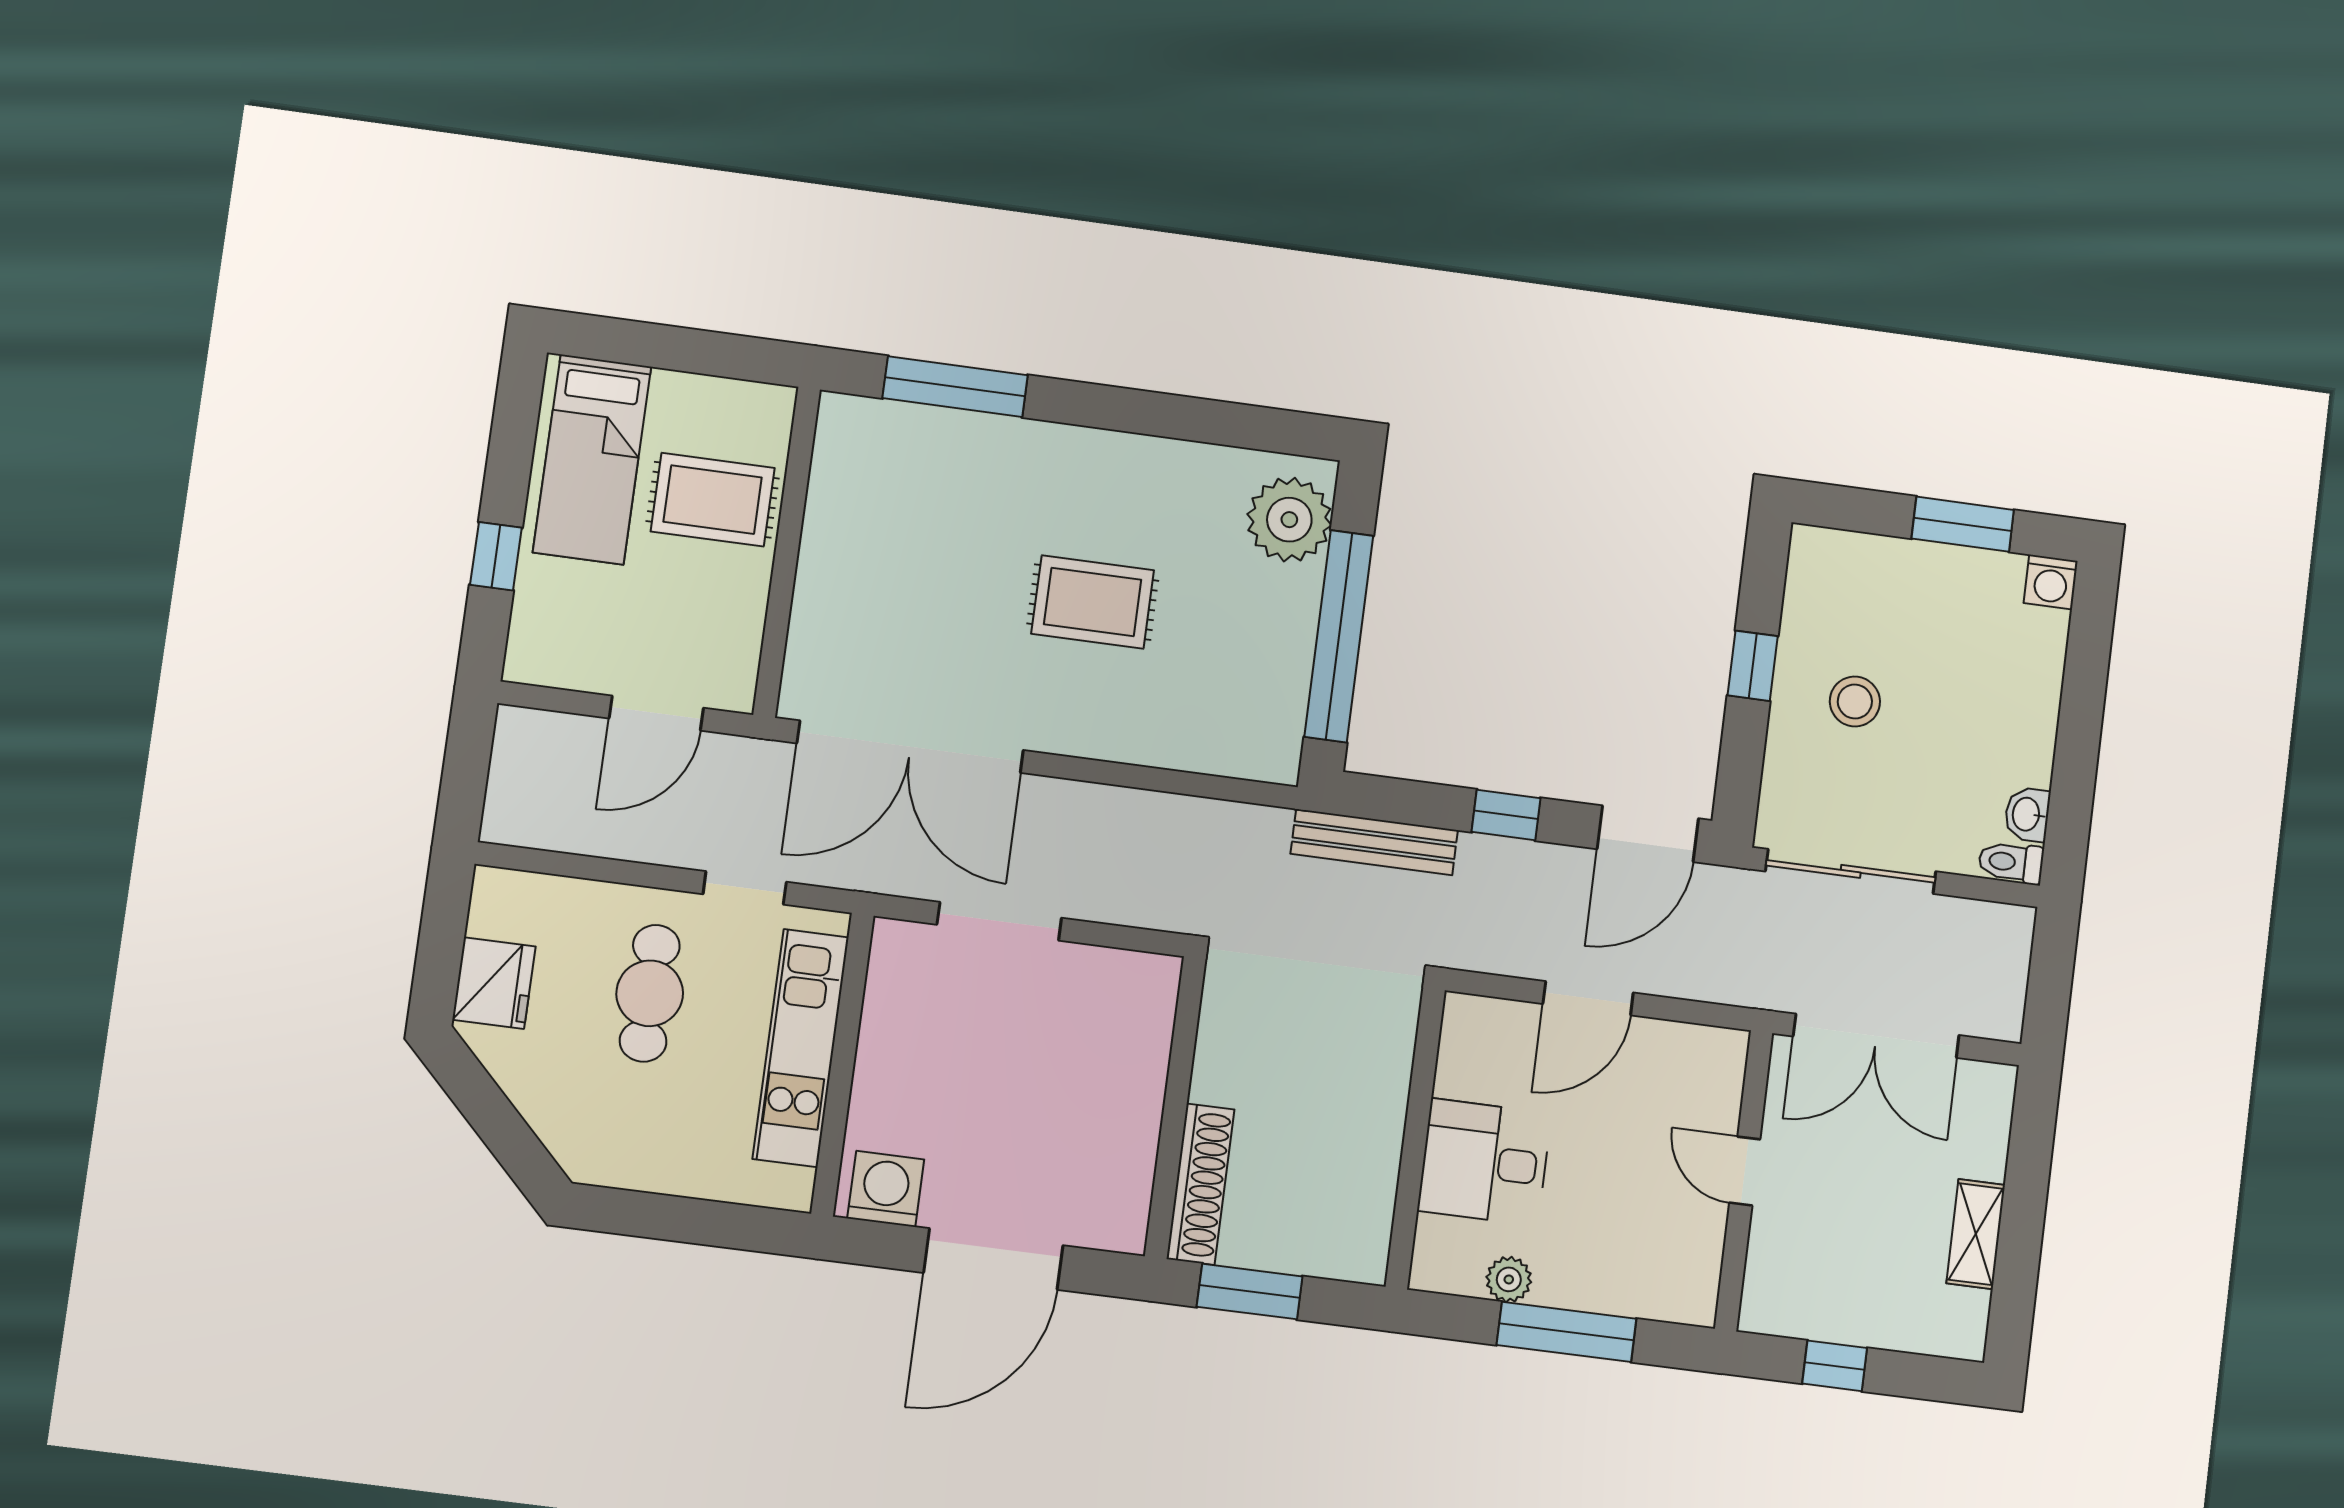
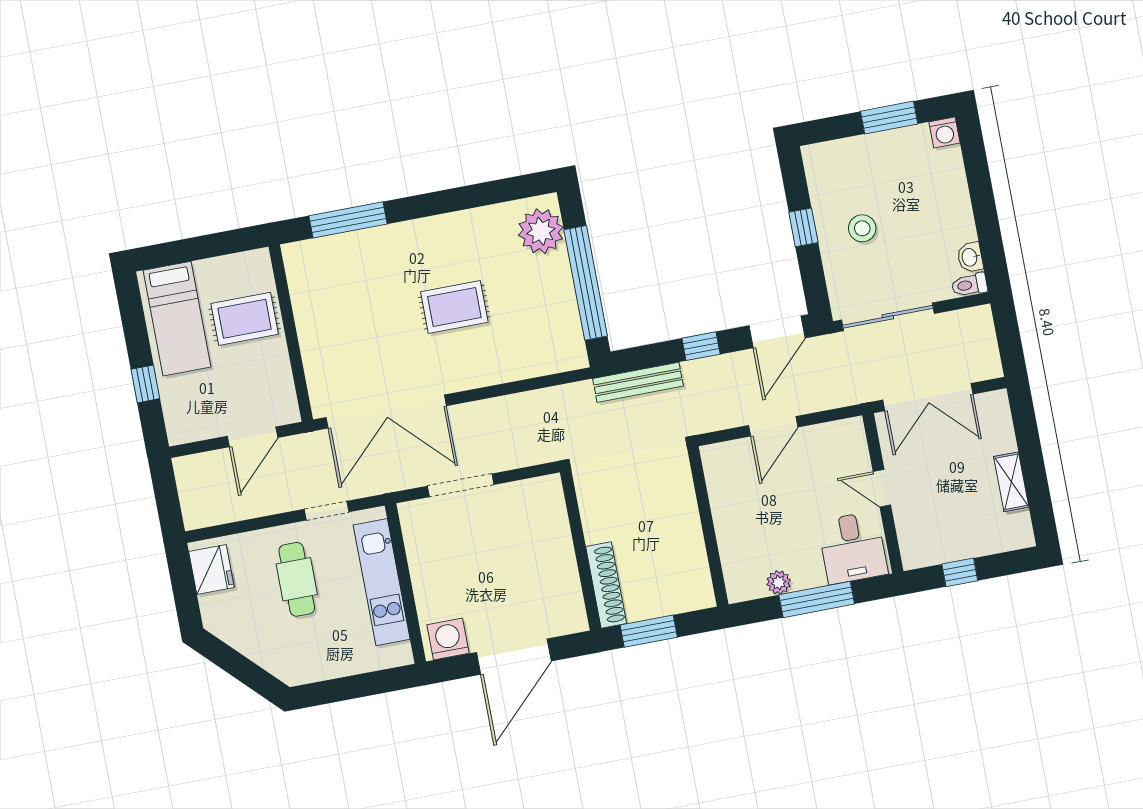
fridge: (494, 983) -> (211, 569), moved
desk: (1484, 1162) -> (853, 548), moved, turned -90

